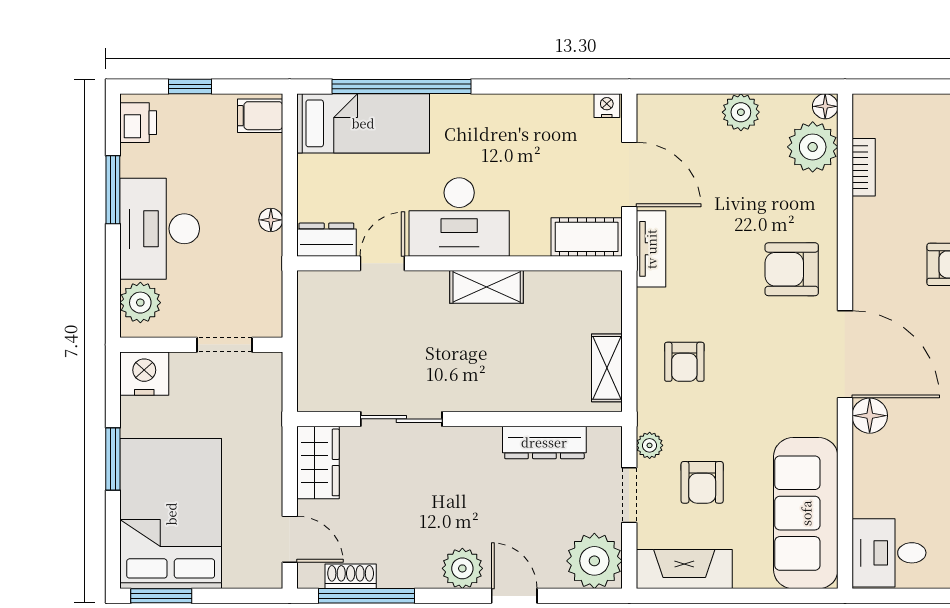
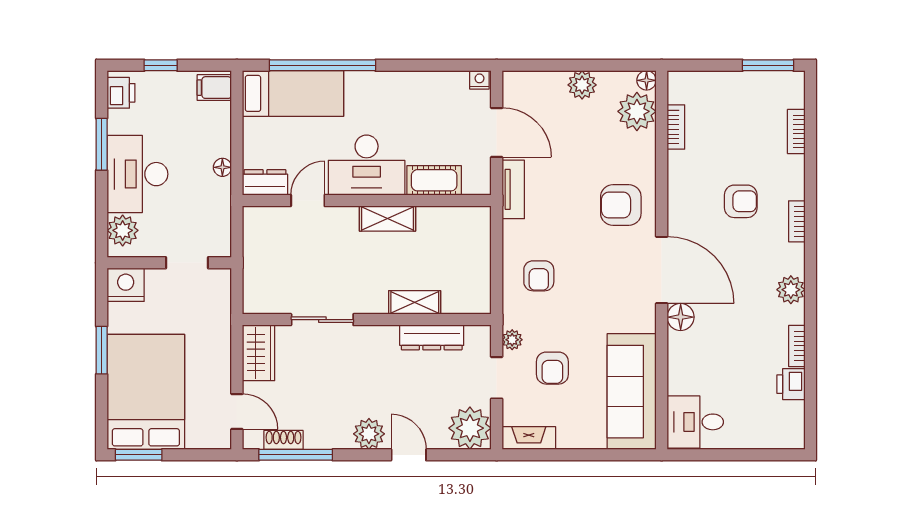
cot: (587, 237) -> (434, 180), moved
shelving: (607, 368) -> (415, 302), moved, turned 90
fireplace: (684, 569) -> (529, 438), width x0.73, depth x0.76

